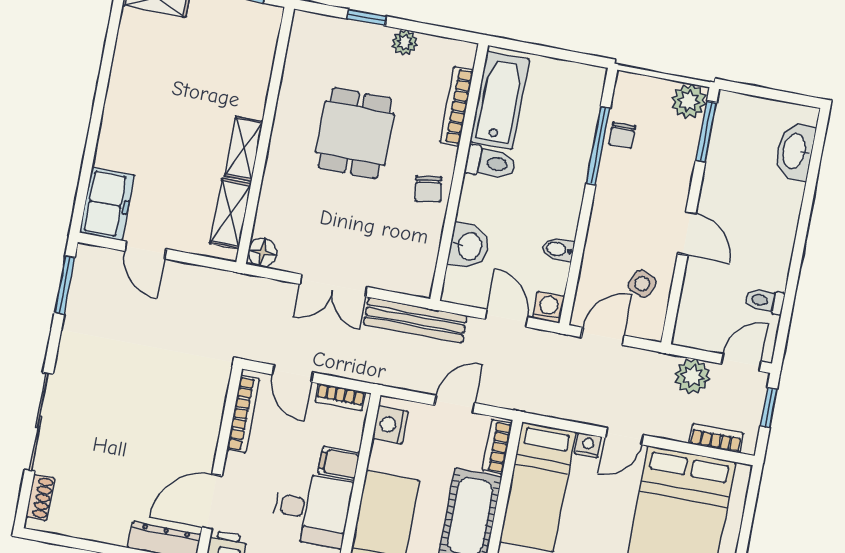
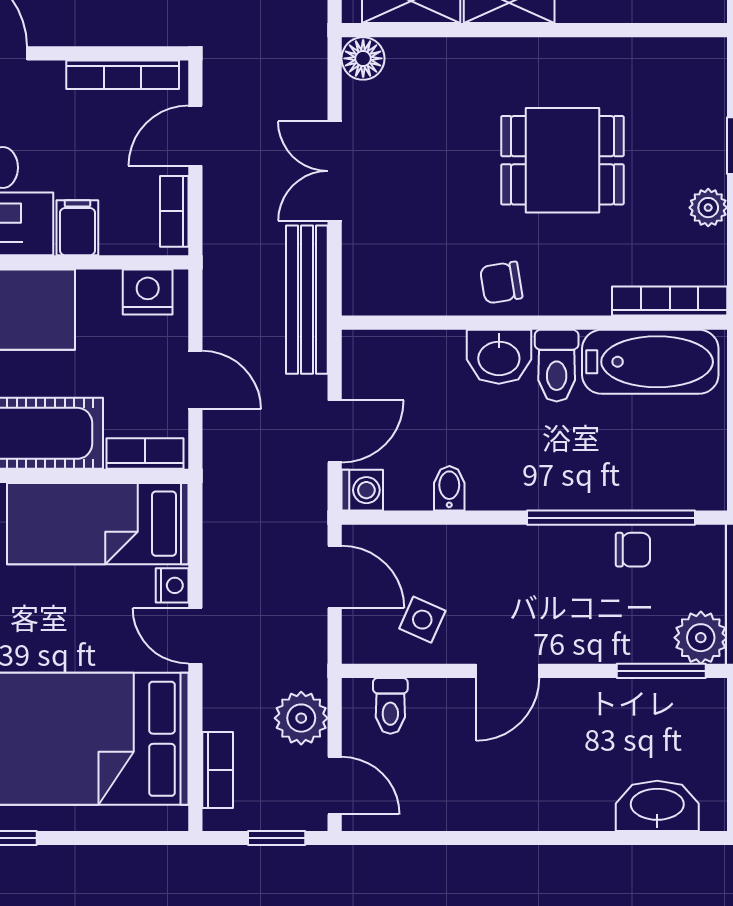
bookcase: (457, 106) -> (670, 301), moved
chair: (622, 135) -> (633, 550), turned 180
window: (598, 146) -> (611, 518), width x1.46
washbasin: (469, 246) -> (499, 357), moved
toilet: (765, 301) -> (390, 706), moved, turned 180

